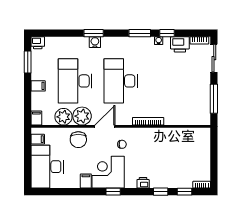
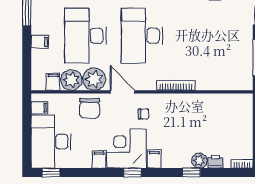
filing cabinet: (36, 118) -> (53, 82), moved
door: (105, 126) -> (123, 92), hinge flipped
filing cabinet: (131, 181) -> (154, 159), added
plant: (167, 182) -> (199, 161), added
printer: (143, 183) -> (216, 161), moved
window: (185, 192) -> (51, 173), moved

